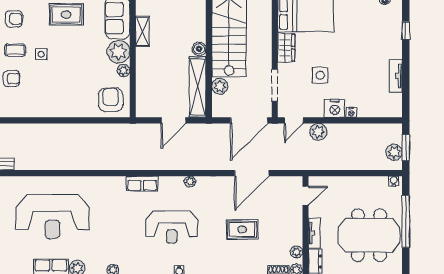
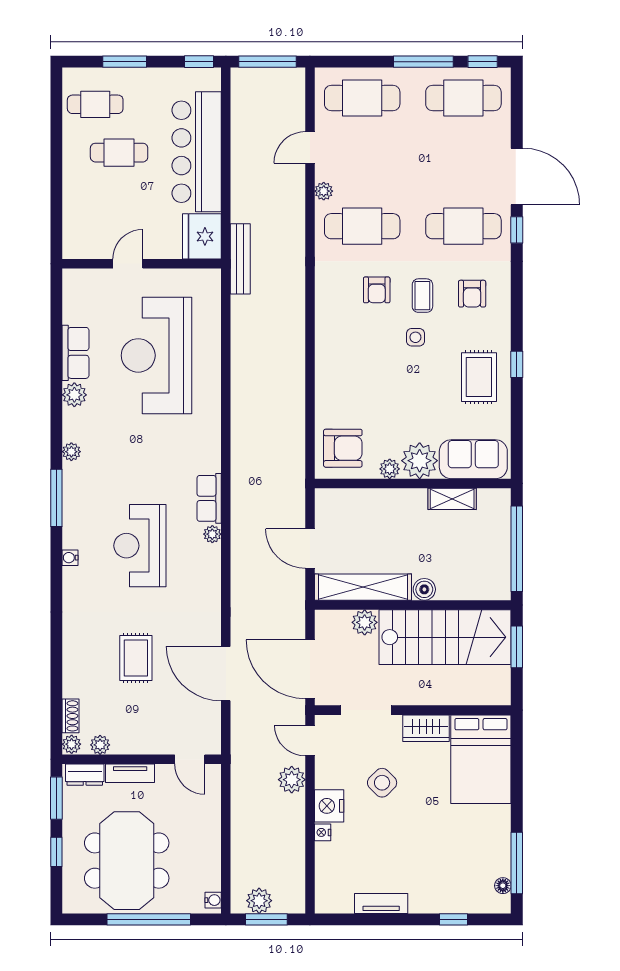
side table: (320, 75) -> (382, 783), turned 45
plant: (190, 182) -> (212, 534), moved

